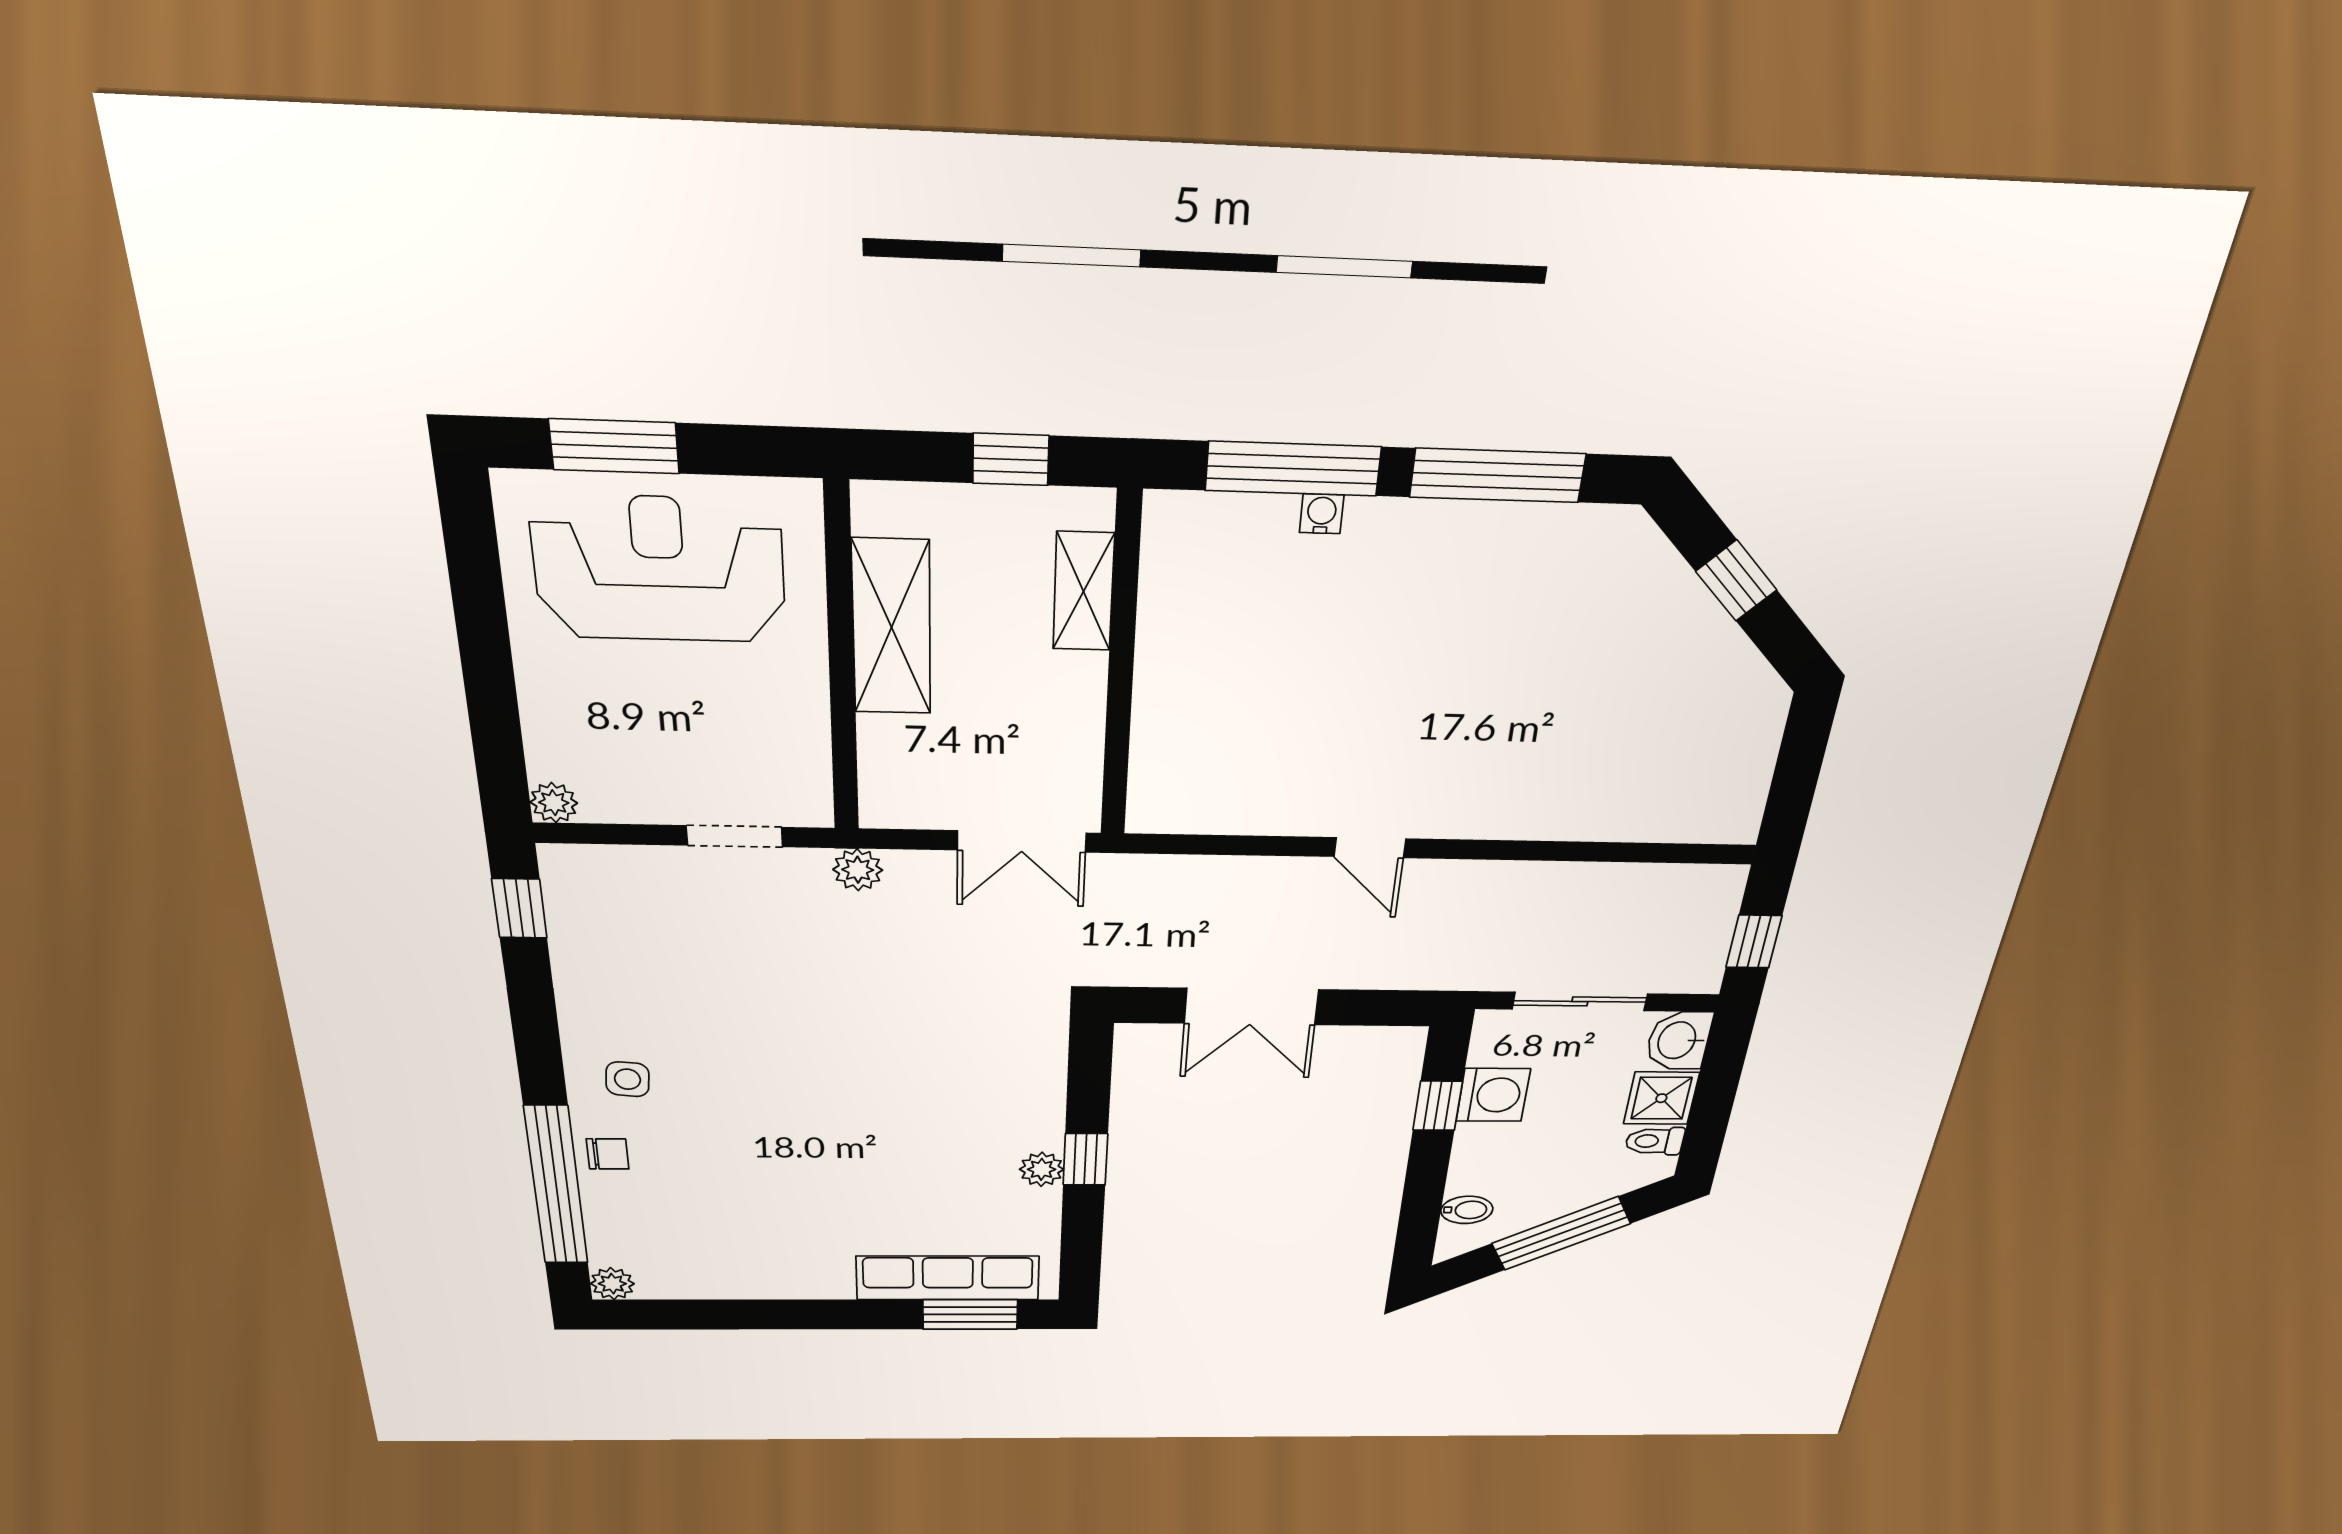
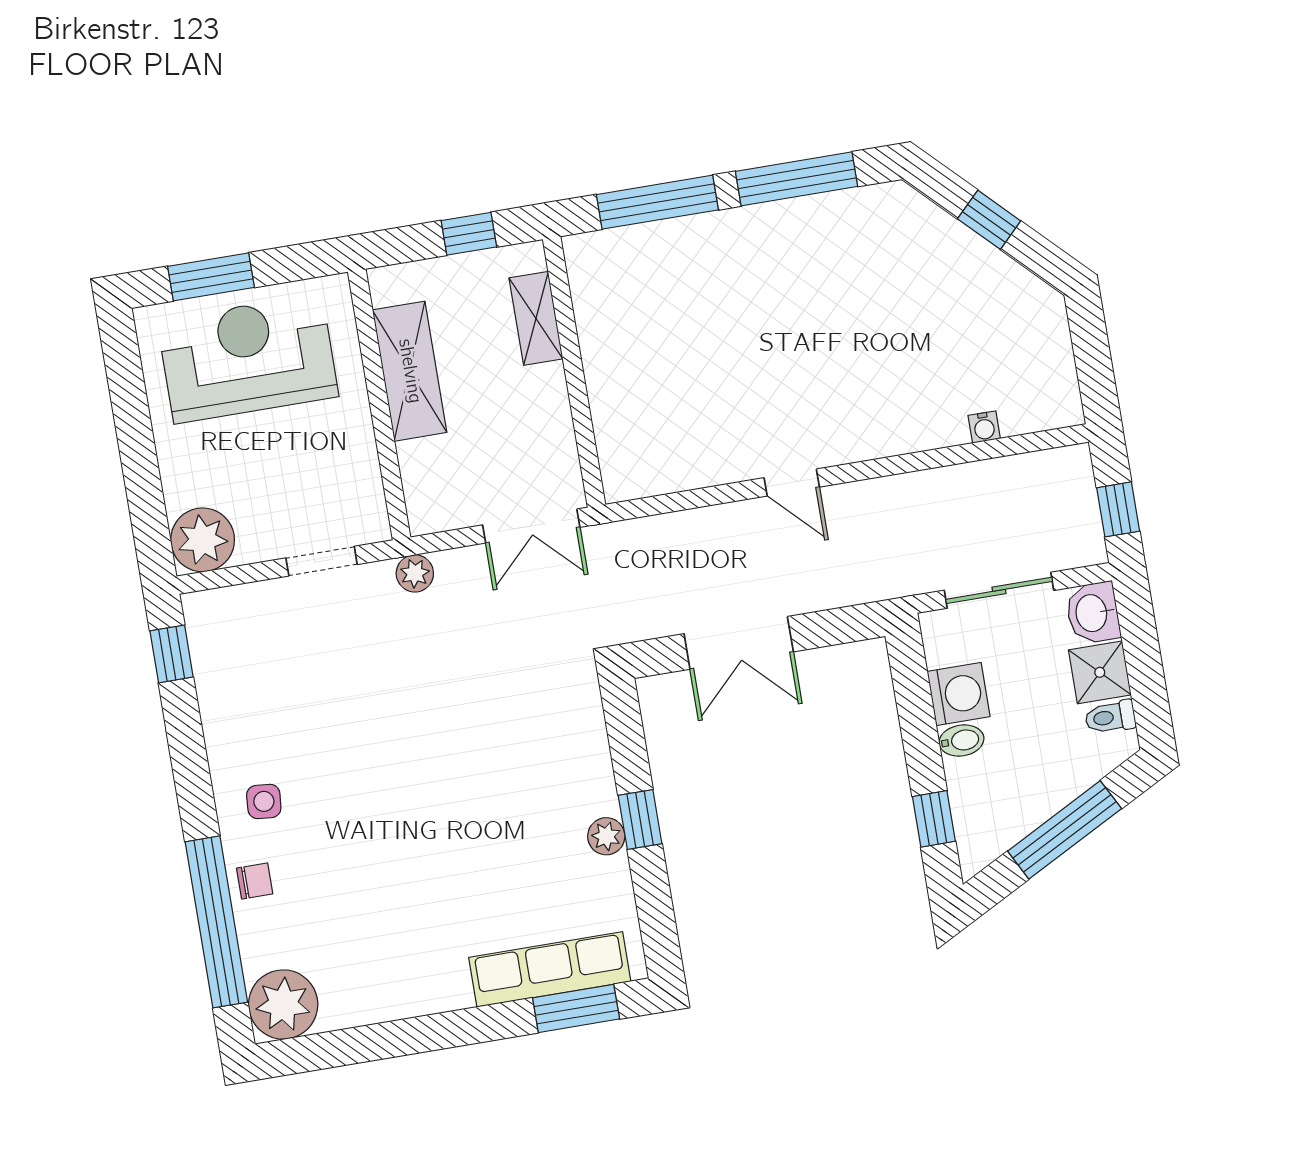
water cooler: (1322, 514) -> (984, 427), moved, turned 180
plant: (554, 803) -> (203, 540), width x1.88, depth x1.88
window: (1438, 1106) -> (934, 819), moved
bidet: (1467, 1210) -> (961, 741), moved
plant: (612, 1284) -> (283, 1004), width x1.87, depth x1.87

